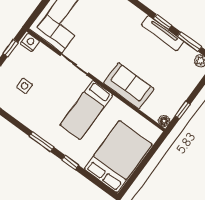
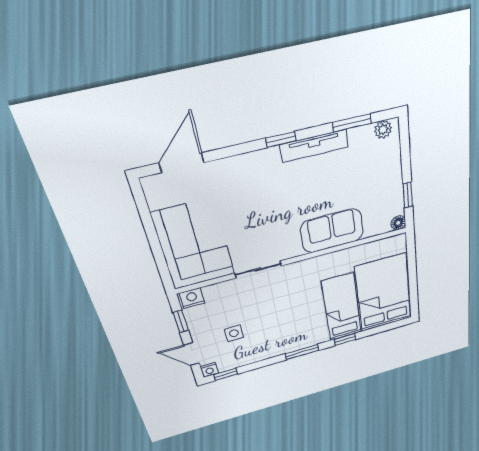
window: (162, 22) -> (281, 140), moved
bed: (86, 110) -> (342, 307), moved, turned 180

